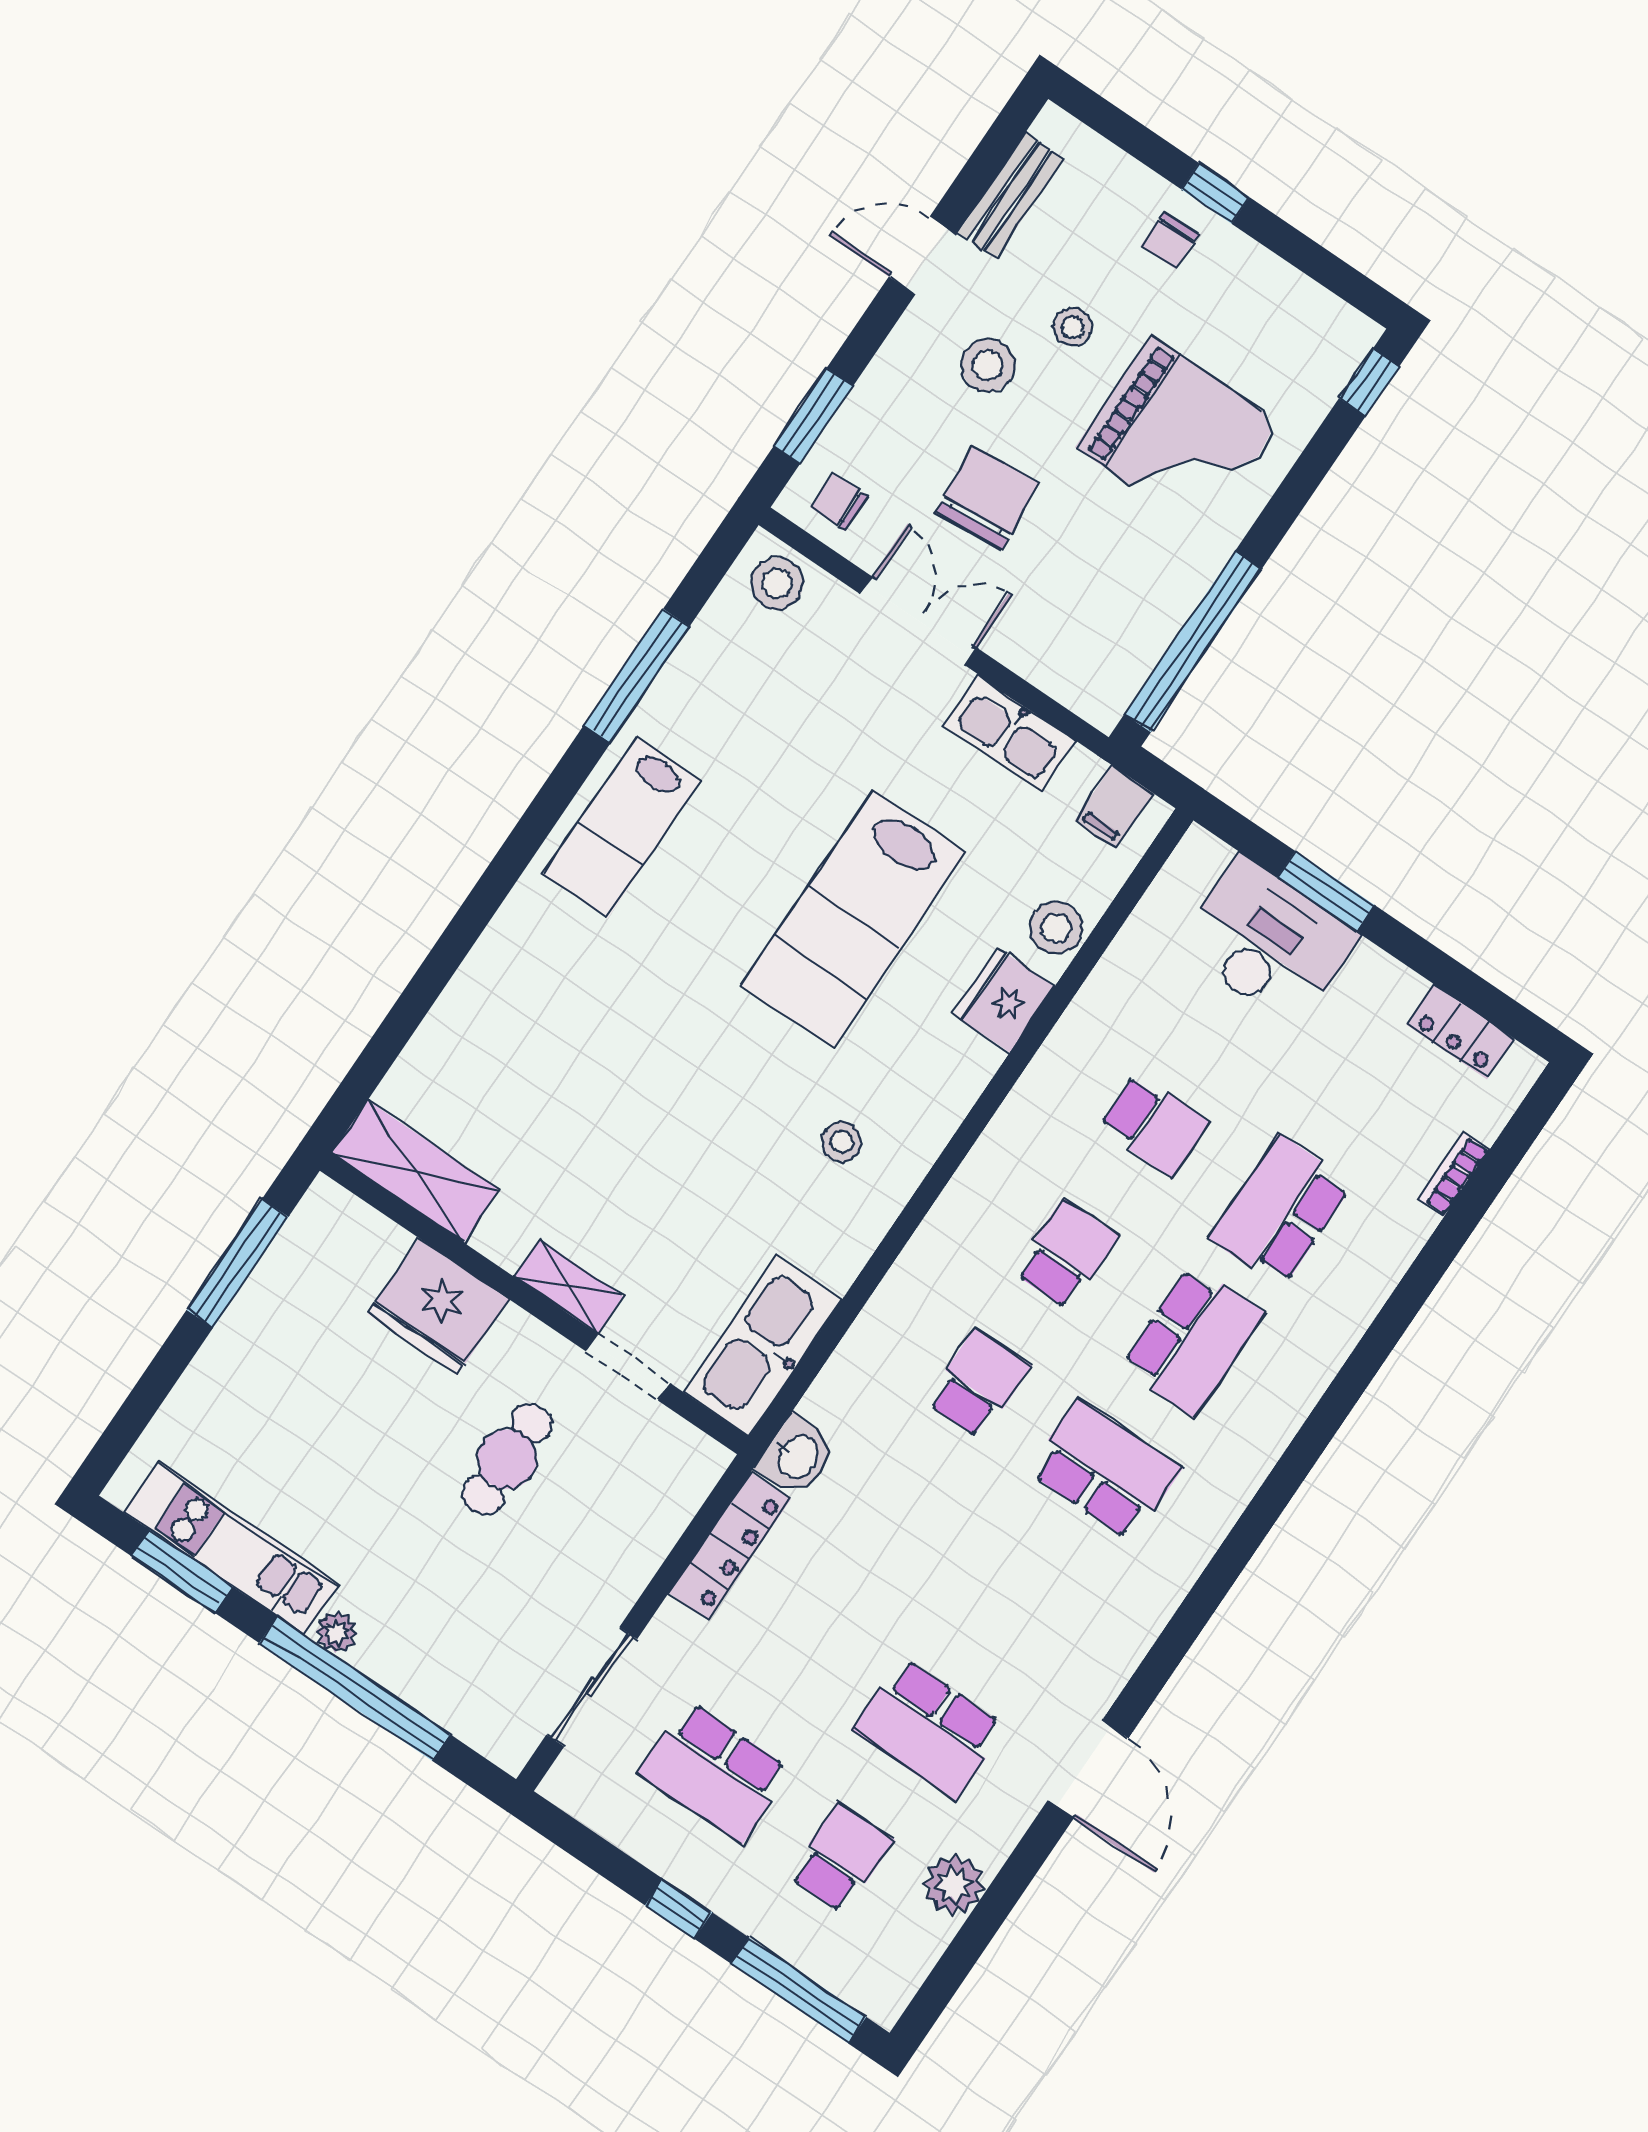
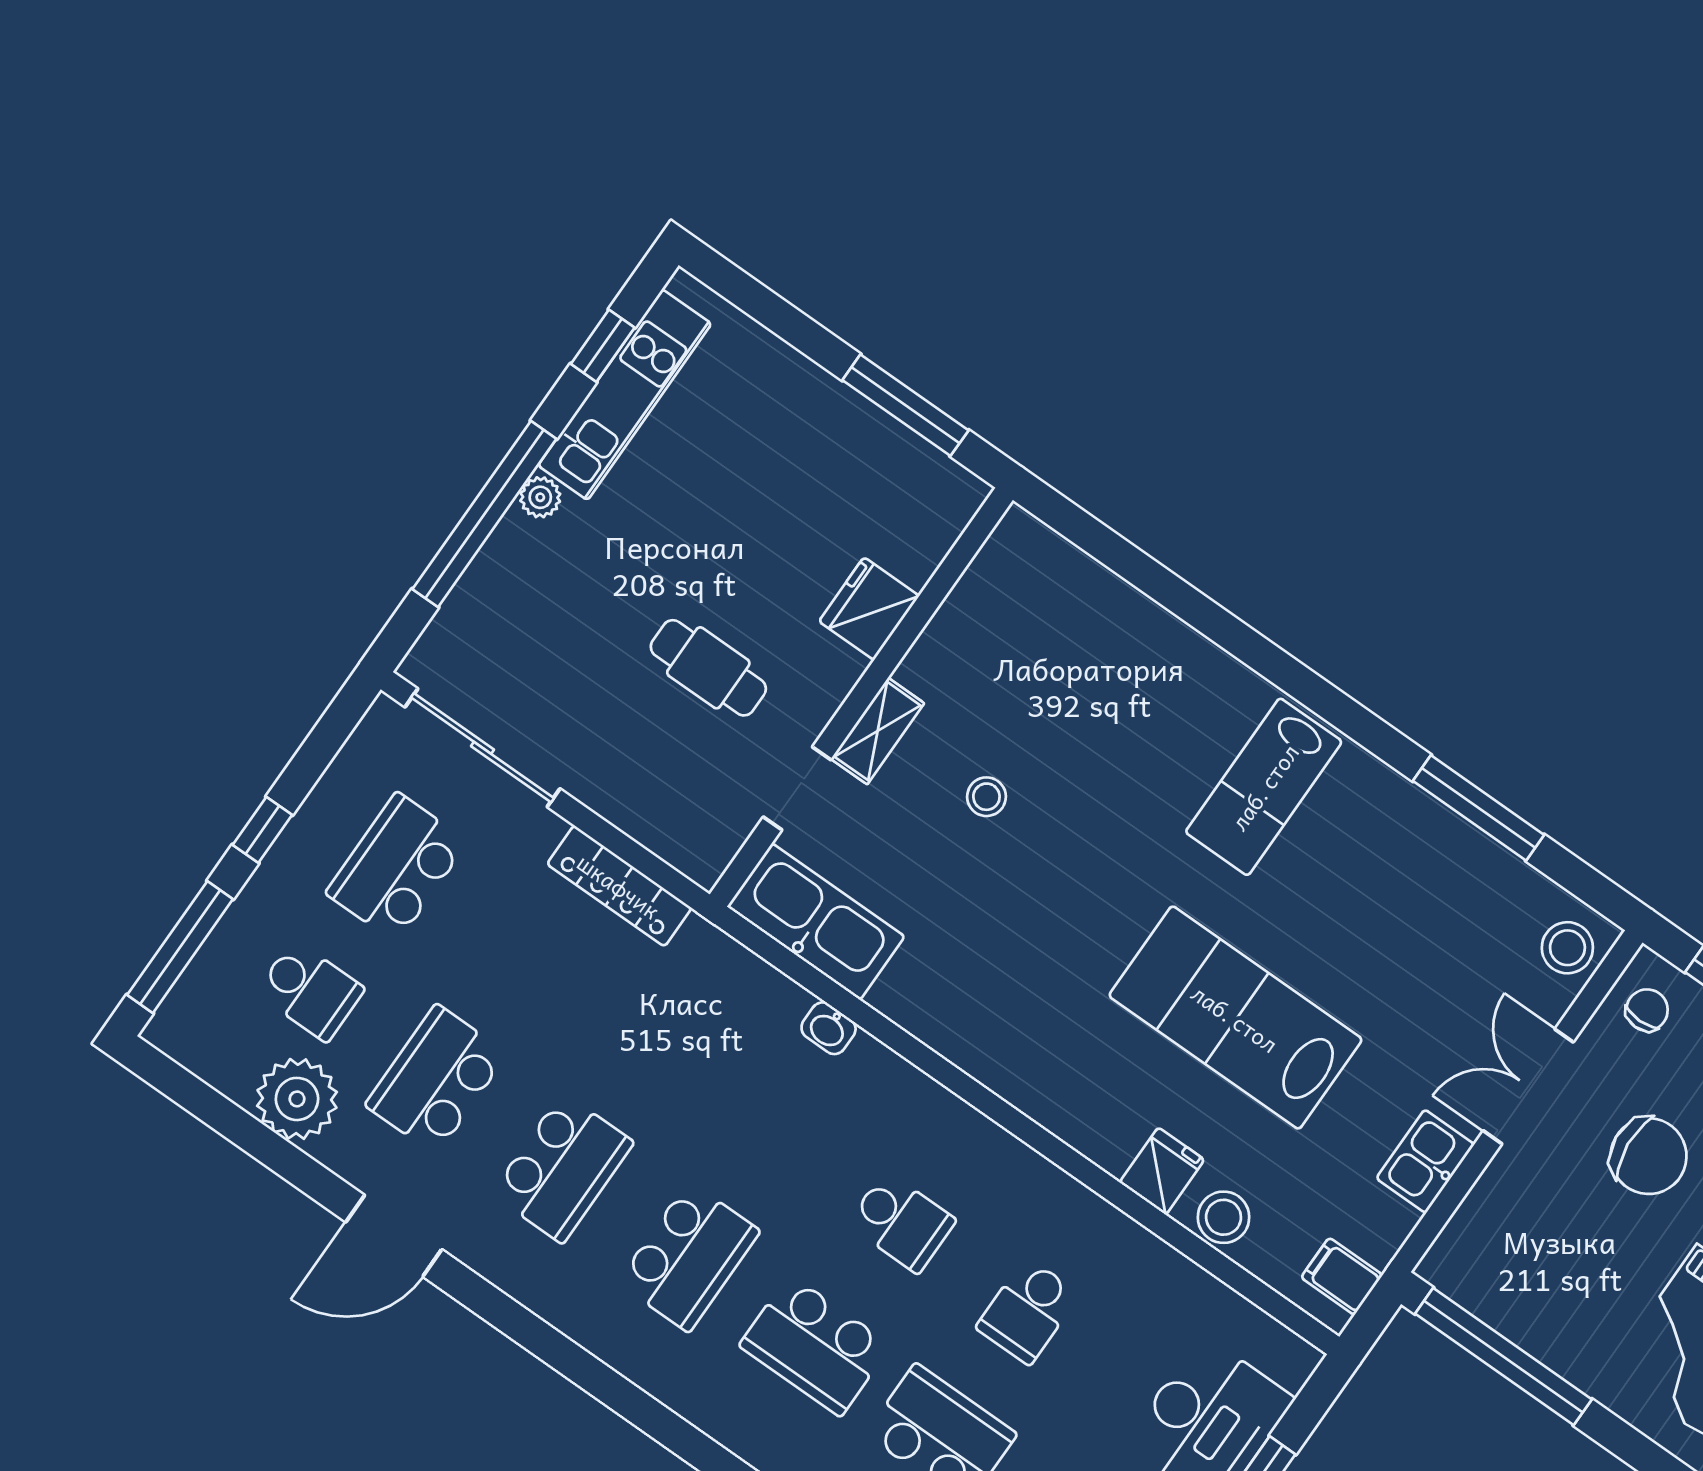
double door: (919, 621) -> (1528, 1086), swing flipped
kitchen sink: (1009, 733) -> (1425, 1161), width x0.73
lab bench: (622, 827) -> (1264, 787), moved, turned -90
fridge: (1004, 1000) -> (1162, 1171), width x0.72
stool: (842, 1142) -> (986, 797), moved
shelving: (416, 1171) -> (993, 582), removed
fridge: (438, 1307) -> (869, 609), width x0.73, depth x0.75
school desk: (978, 1384) -> (562, 1168), moved, width x1.85
washbasin: (797, 1456) -> (829, 1028), moved, width x0.72, depth x0.69
window: (182, 1571) -> (603, 346), width x0.67
sliding door: (592, 1687) -> (482, 748), width x1.37
plant: (954, 1885) -> (297, 1099), width x1.36, depth x1.36

